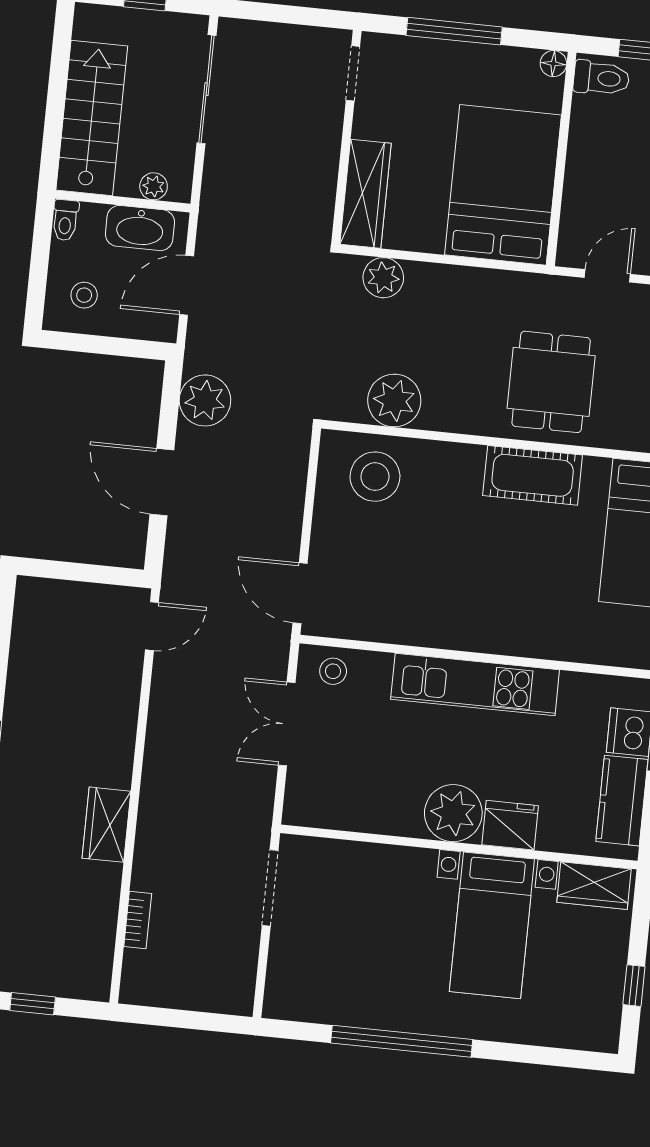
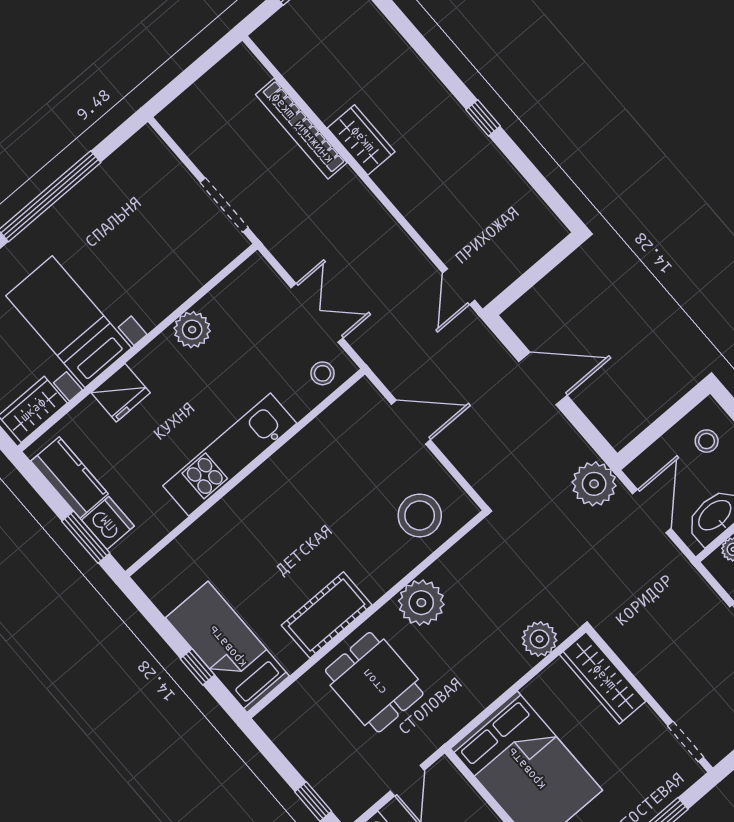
plant: (205, 400) -> (594, 484), moved
plant: (394, 400) -> (421, 603), moved
door: (300, 593) -> (411, 422), moved
plant: (453, 813) -> (192, 330), moved, width x0.73, depth x0.73
bookcase: (138, 920) -> (301, 129), width x2.31, depth x1.31

